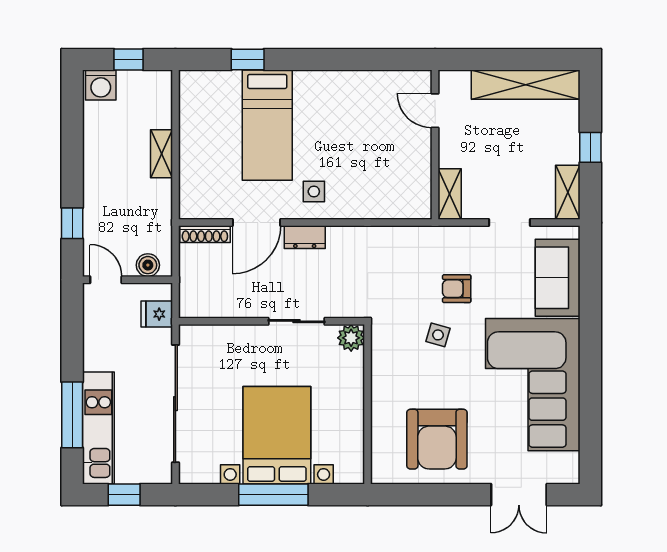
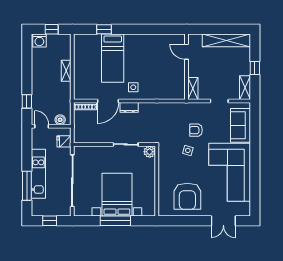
kitchen unit: (98, 428) -> (38, 174), moved

